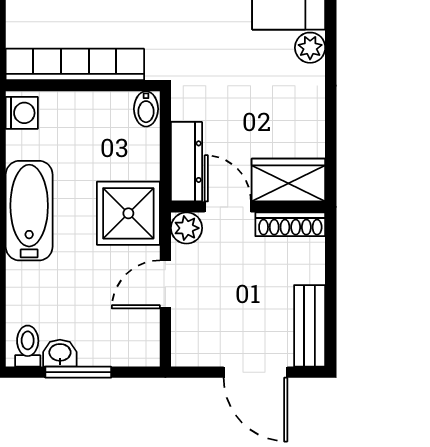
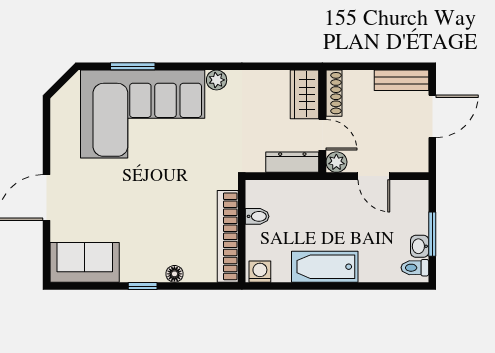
bidet: (146, 109) -> (257, 216), moved
door: (228, 207) -> (322, 135), swing flipped
shower: (128, 213) -> (327, 201), removed

